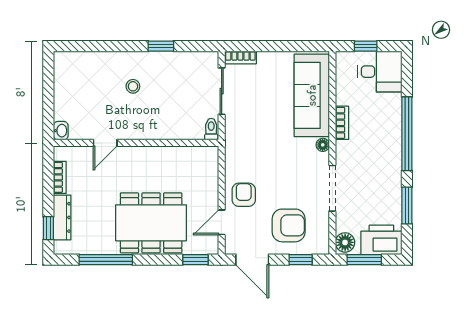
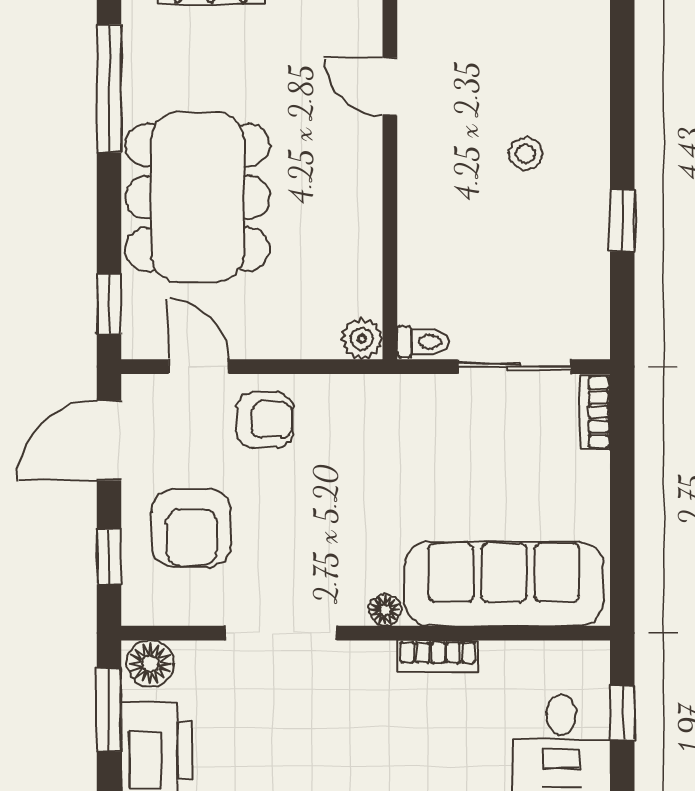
plant: (210, 154) -> (362, 339), added

